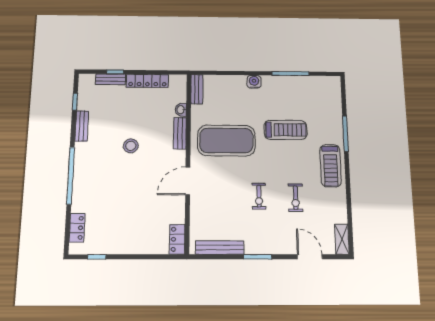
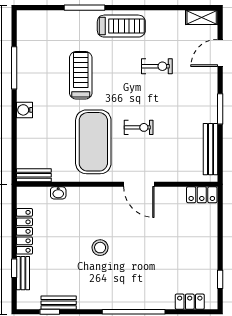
bench: (82, 126) -> (59, 303), moved
bench: (180, 133) -> (85, 194), removed
exercise bike: (259, 196) -> (139, 127), moved

